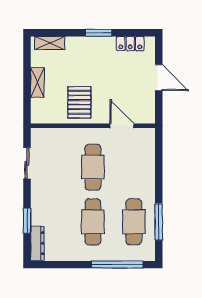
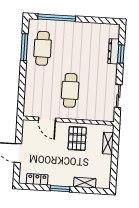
shelving: (50, 43) -> (85, 183), moved
shelving: (37, 82) -> (108, 143), moved
cafe table: (93, 222) -> (73, 50), removed
dresser: (37, 243) -> (113, 51), moved

